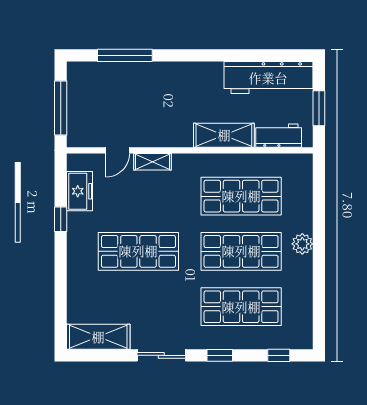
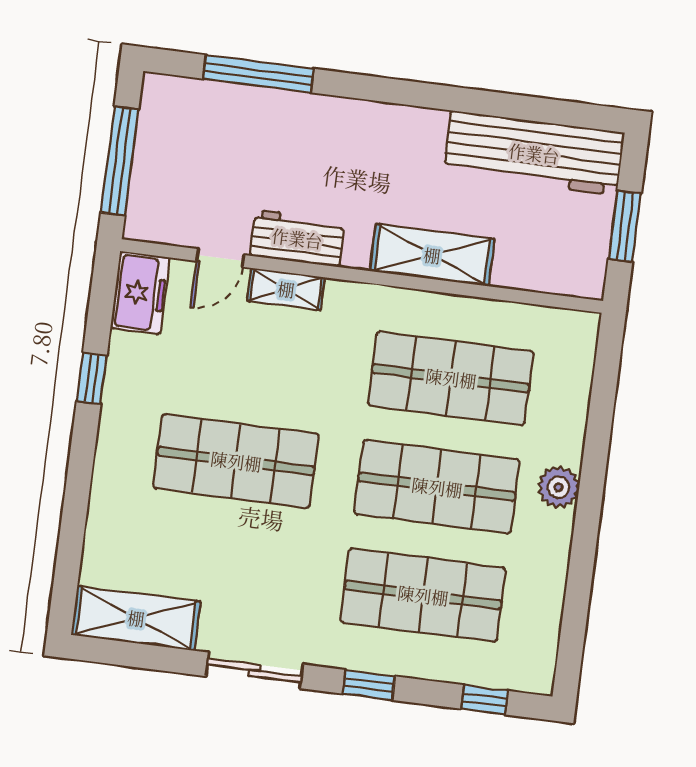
workbench: (279, 136) -> (297, 238), moved
freezer: (80, 191) -> (140, 293), moved

